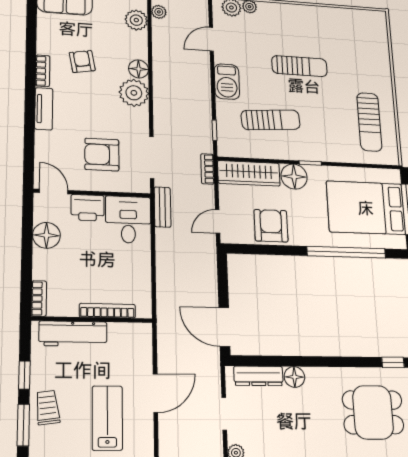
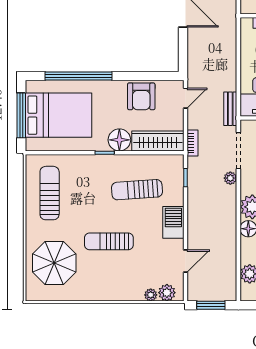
plant: (159, 12) -> (230, 178), moved
parasol: (358, 48) -> (54, 263), added

